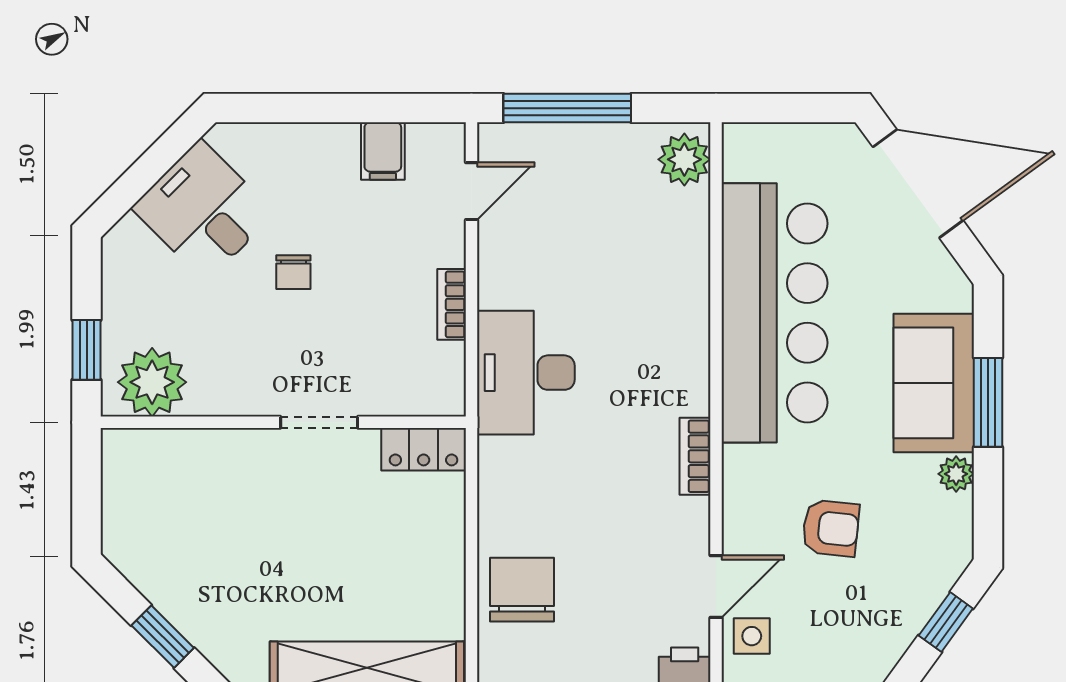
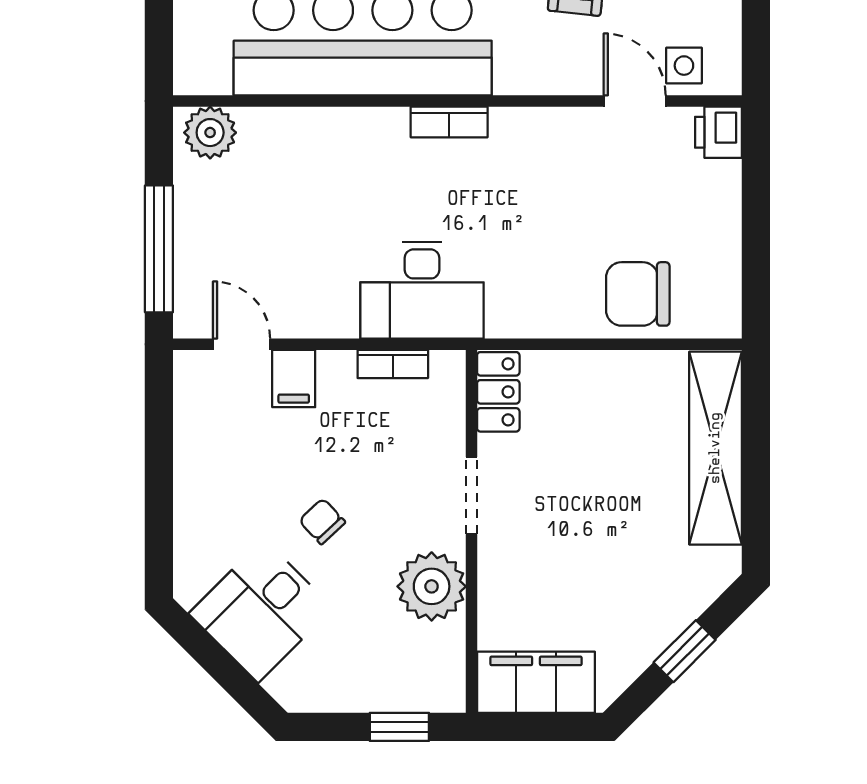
filing cabinet: (383, 151) -> (294, 379), moved, turned 90
chair: (293, 272) -> (322, 521), turned -133
bookcase: (452, 304) -> (393, 364), moved
plant: (152, 382) -> (432, 586), moved
bookcase: (695, 456) -> (449, 122), moved
filing cabinet: (131, 487) -> (536, 682), added

